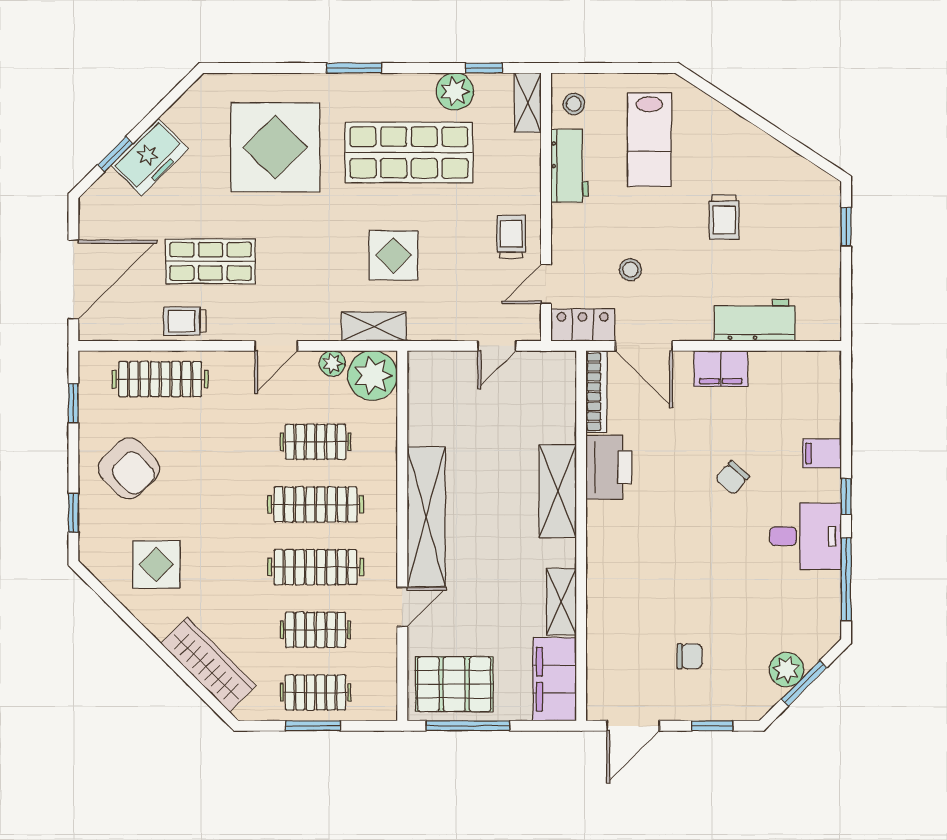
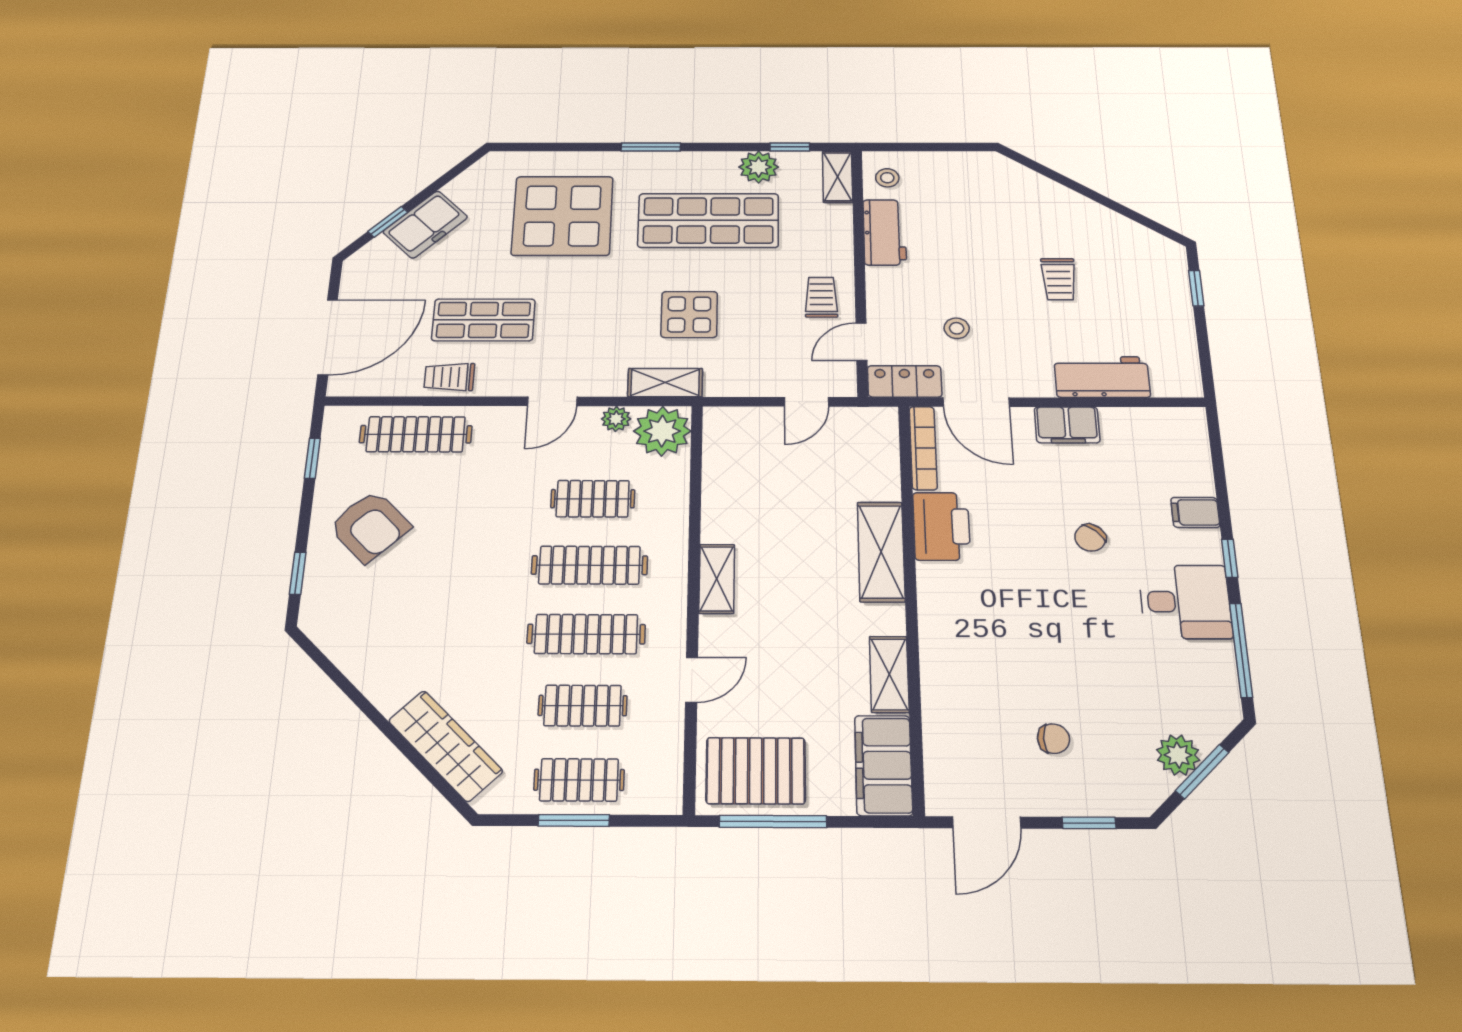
lab bench: (649, 140) -> (971, 209), removed
shelving: (426, 517) -> (717, 579), width x0.45, depth x0.75
display table: (156, 564) -> (392, 630), removed

